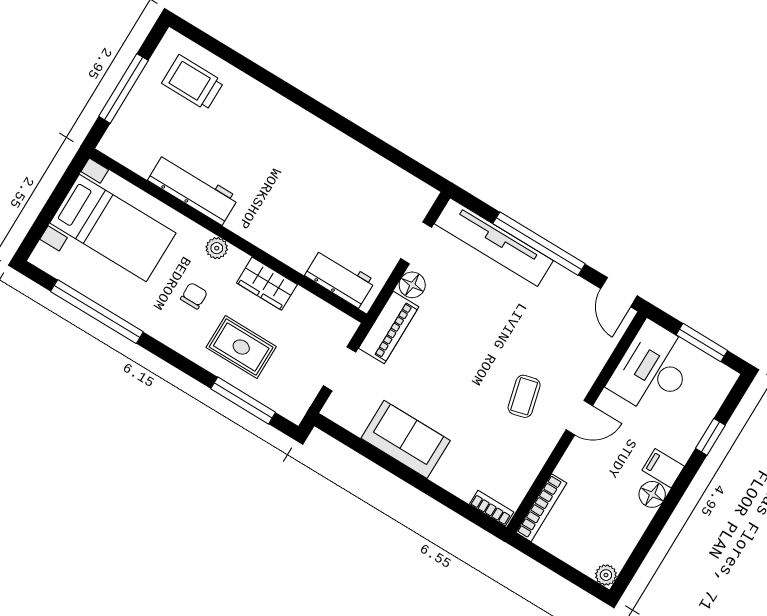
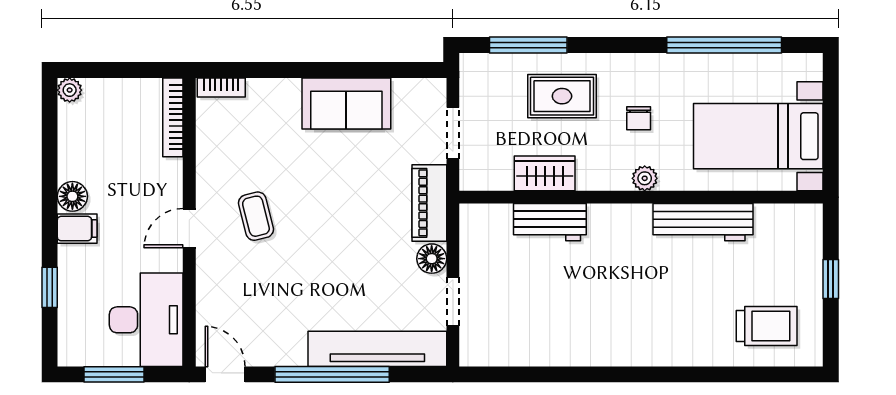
window: (124, 88) -> (831, 279), width x0.46
workbench: (340, 278) -> (550, 222), moved
wardrobe: (267, 284) -> (545, 173), moved

